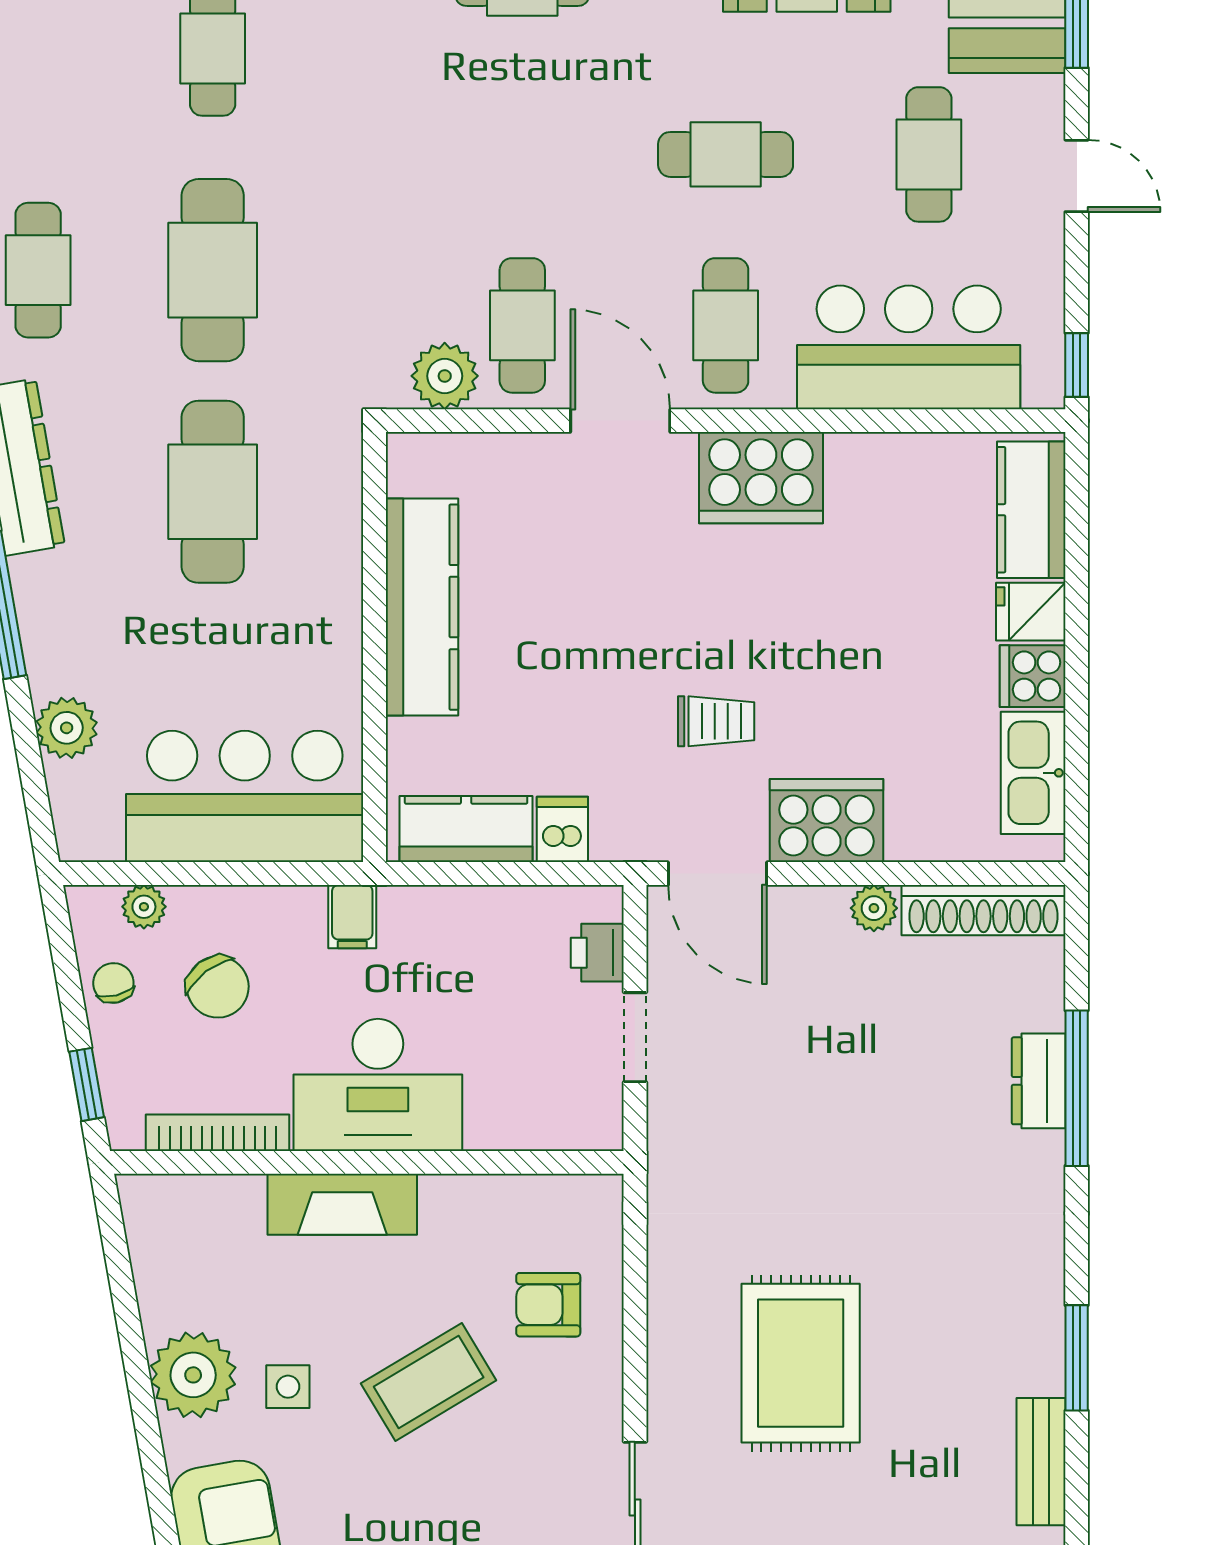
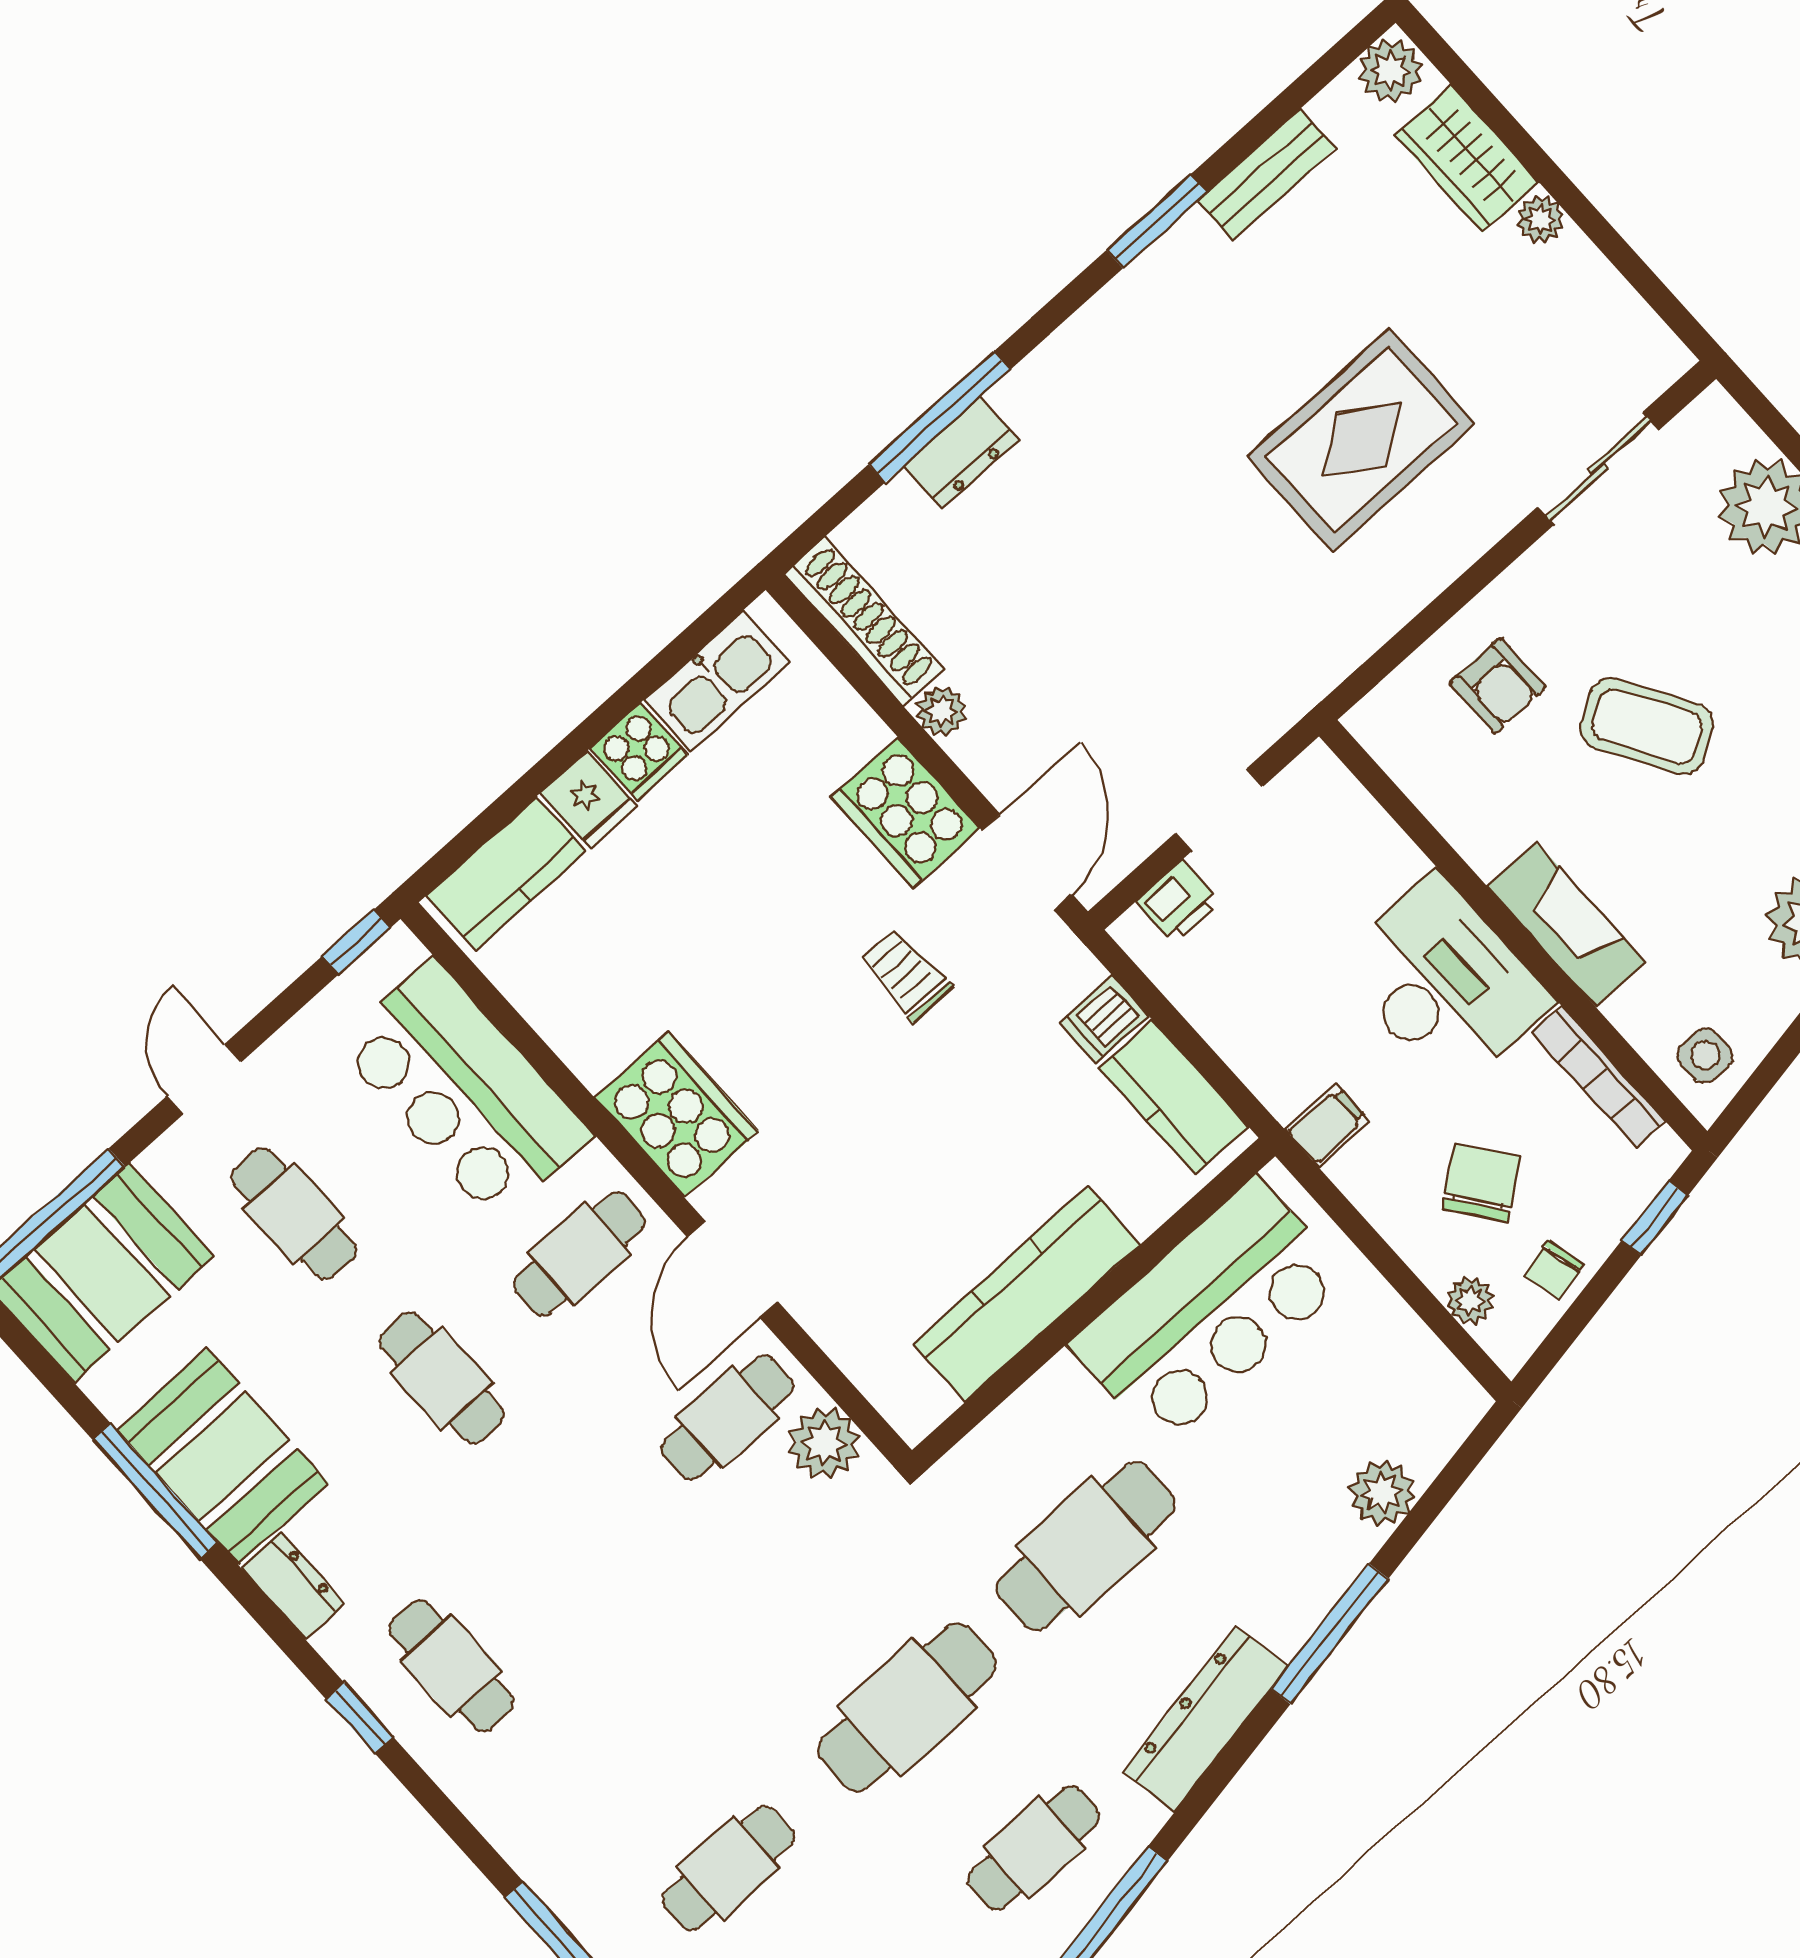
cafe table: (929, 154) -> (294, 1214), turned 90
bar counter: (245, 796) -> (1209, 1312), moved, turned -90
side table: (288, 1387) -> (1705, 1055), moved

